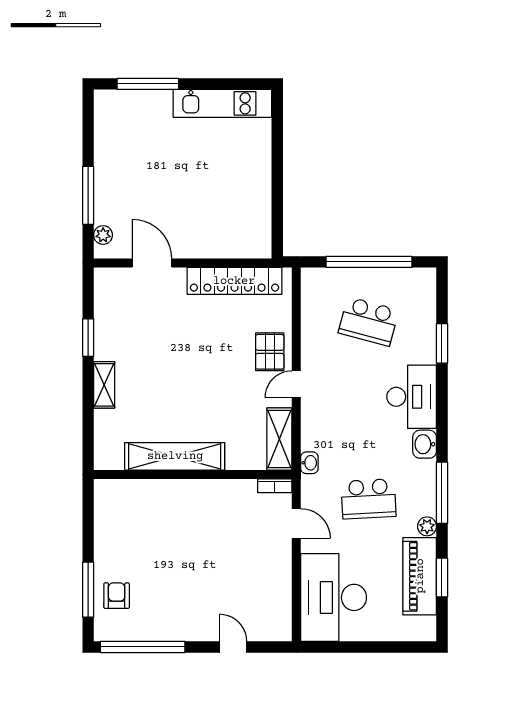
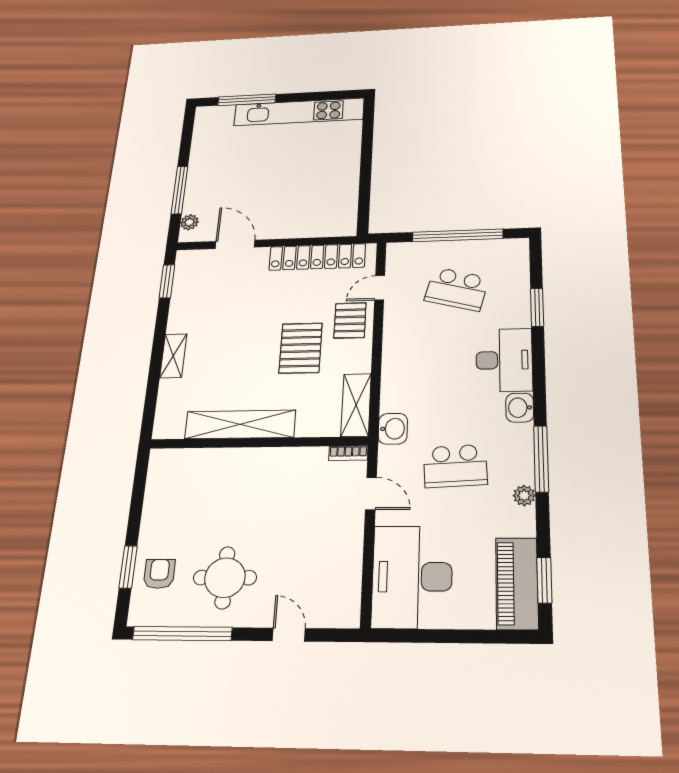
kitchen unit: (222, 103) -> (299, 112), width x1.36
window: (88, 338) -> (167, 281), moved
pallet: (225, 380) -> (301, 348), added
door: (296, 384) -> (380, 288), moved
washbasin: (309, 463) -> (393, 429), width x1.38, depth x1.45
piano: (420, 576) -> (517, 583), moved
window: (442, 577) -> (544, 580), moved
window: (88, 590) -> (128, 567), width x0.69
round table: (174, 599) -> (225, 578), added

